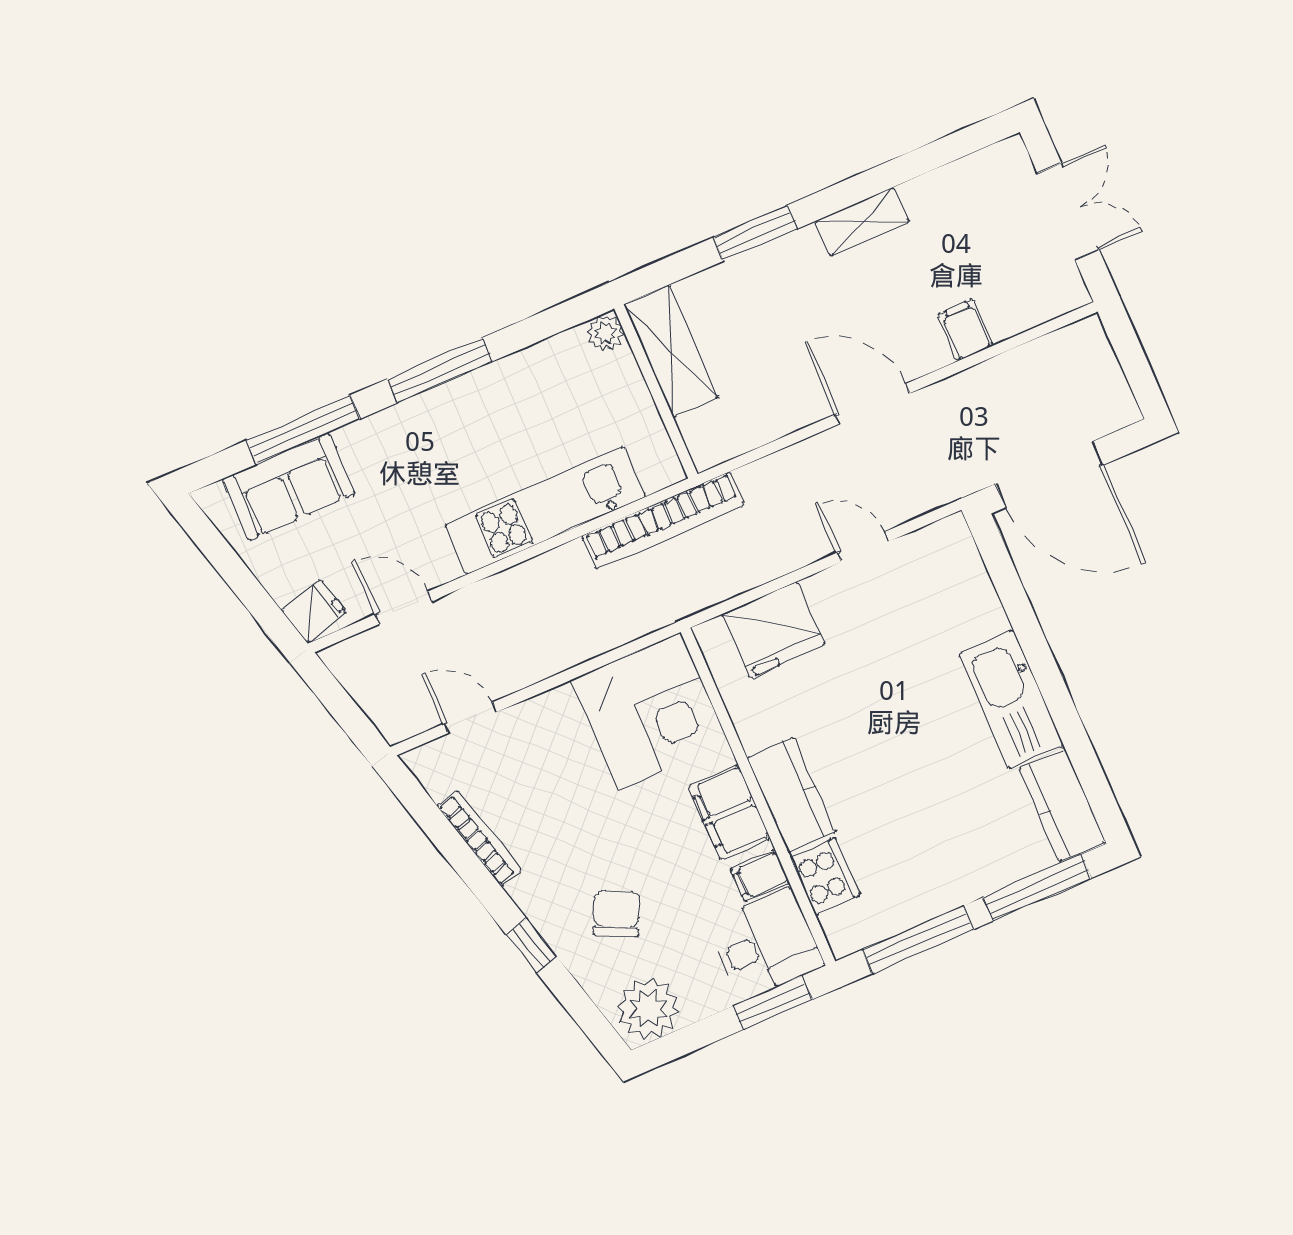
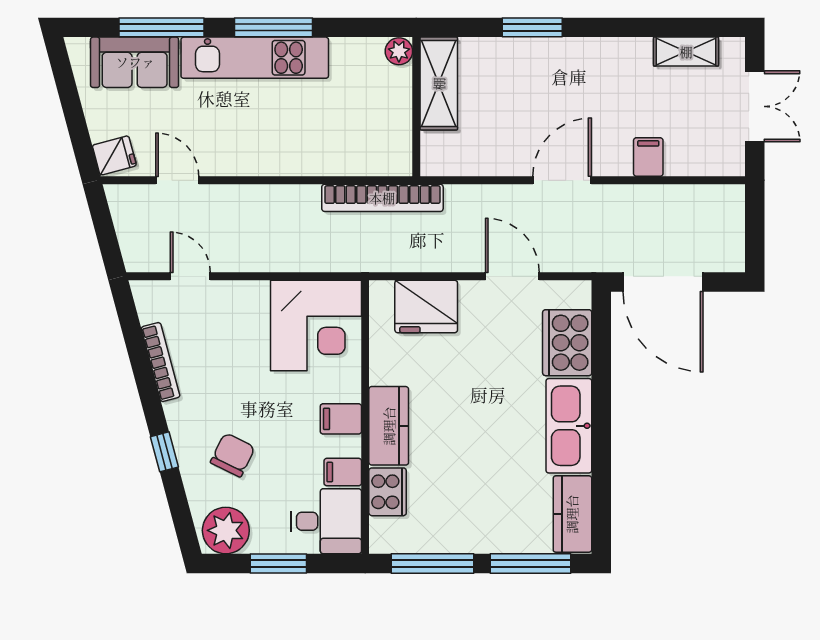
shelving: (862, 222) -> (686, 52), moved
door: (873, 404) -> (562, 180), hinge flipped
kitchen unit: (545, 510) -> (255, 58), moved, turned 180
door: (863, 547) -> (512, 276), width x1.38
cooker: (965, 599) -> (567, 343), added
filing cabinet: (729, 812) -> (341, 419), width x0.50
window: (773, 1003) -> (278, 563), moved

